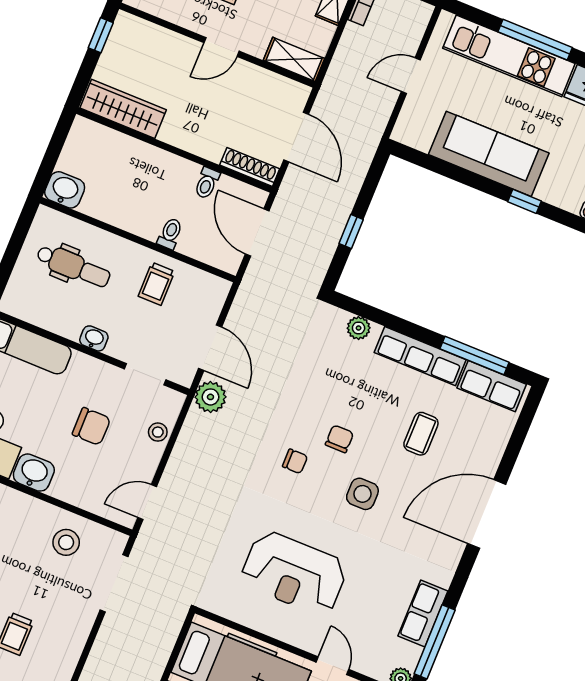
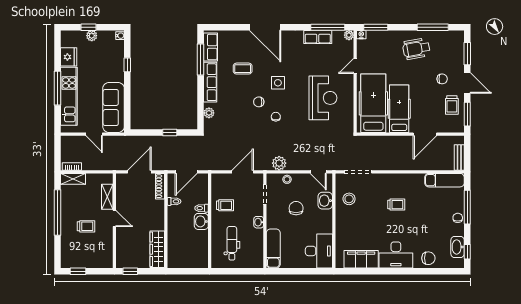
shelving: (294, 59) -> (107, 197), moved
sofa: (489, 154) -> (114, 107), moved
washbasin: (65, 190) -> (201, 221), moved
plant: (210, 397) -> (279, 163), moved
washbasin: (34, 473) -> (325, 201), moved

